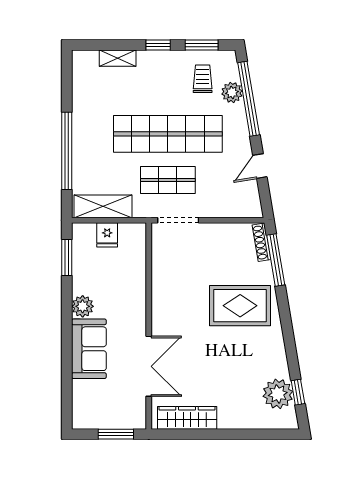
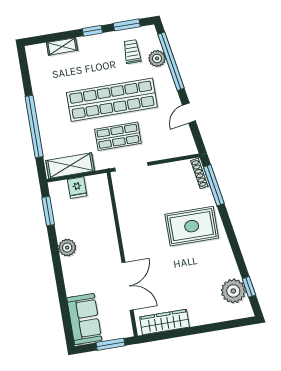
sofa: (89, 349) -> (84, 319), moved

